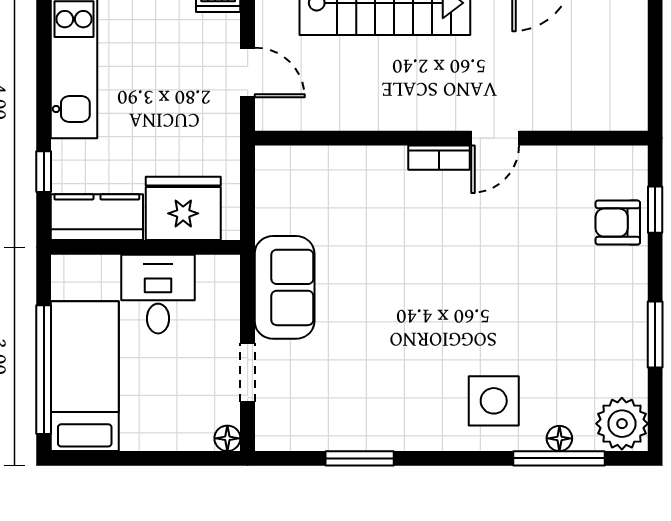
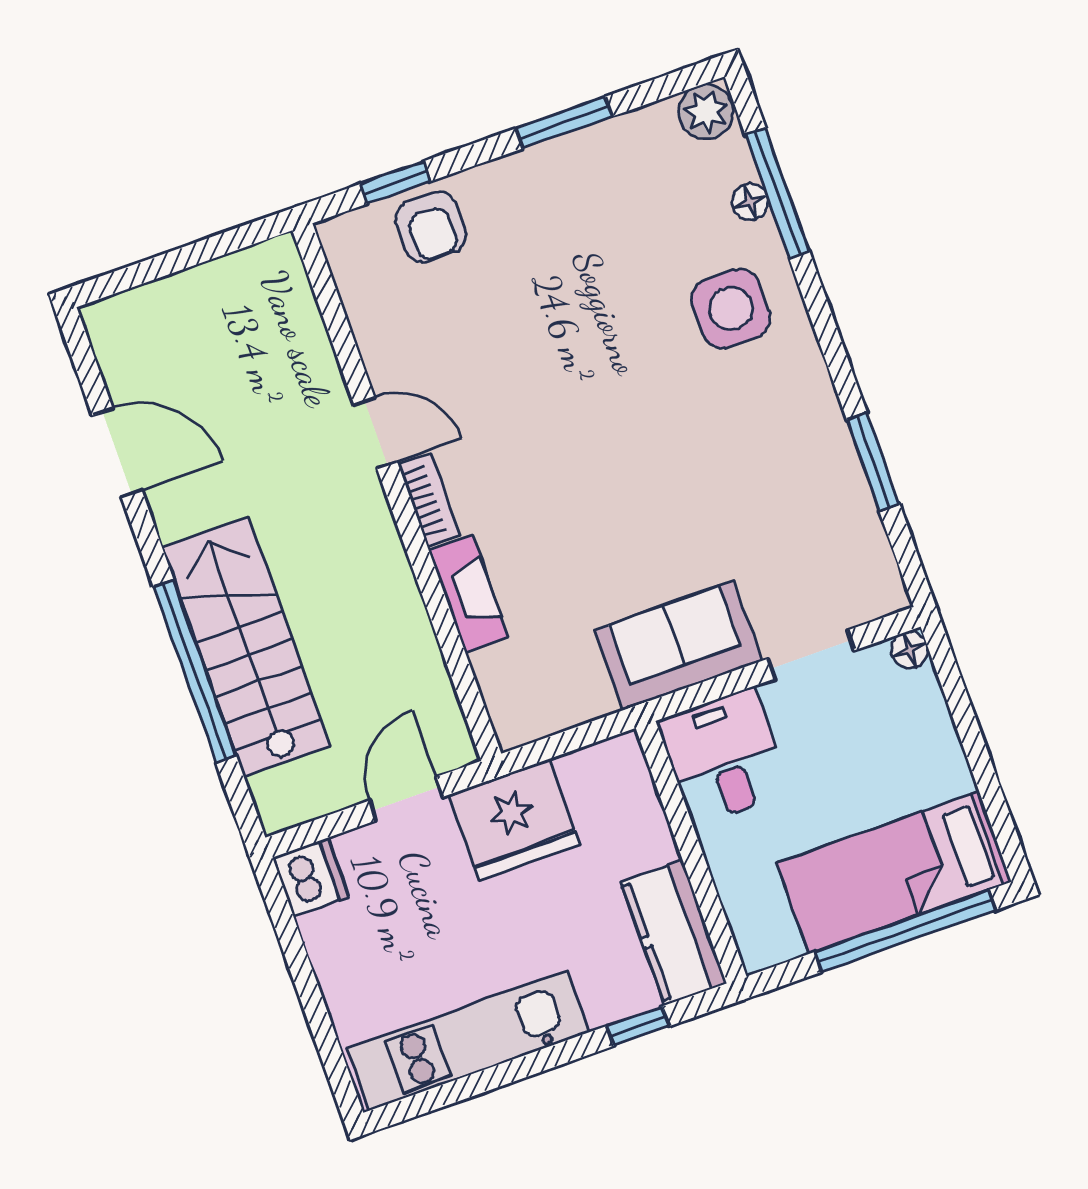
fireplace: (368, 162) -> (469, 594), added
fridge: (183, 208) -> (514, 820), moved, turned -90
desk: (158, 294) -> (724, 757), moved, turned 90
plant: (622, 424) -> (706, 112), width x0.73, depth x0.73

